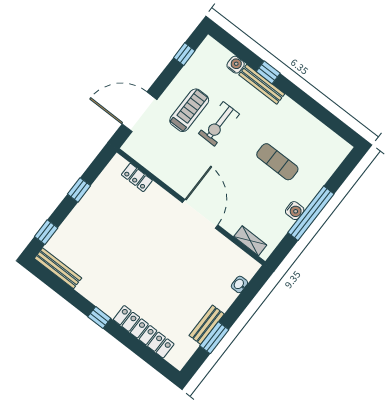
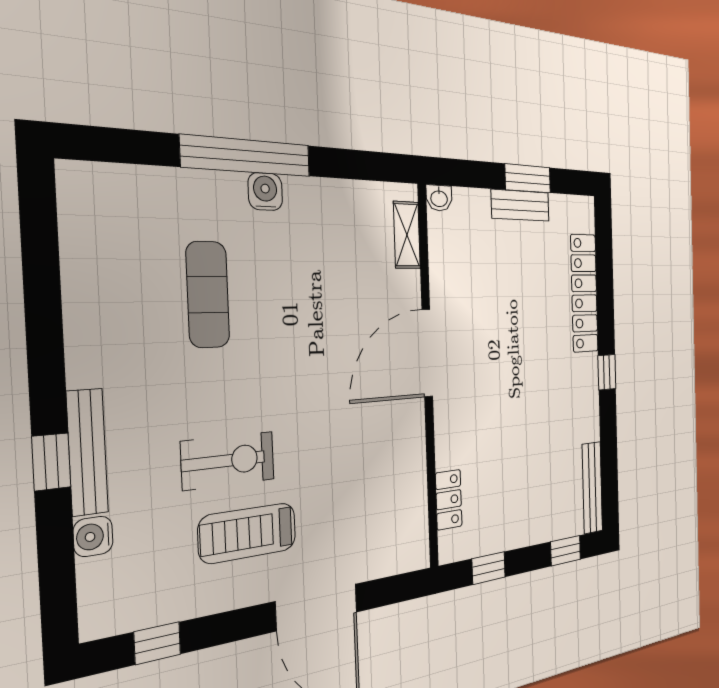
locker: (137, 177) -> (449, 500), moved
wall: (191, 207) -> (428, 377), moved
door: (200, 214) -> (427, 353), moved
shelving: (250, 241) -> (407, 235), moved

